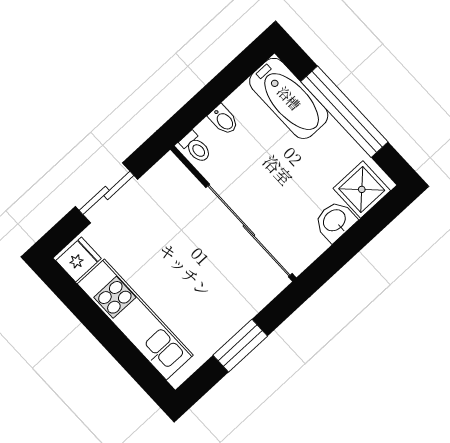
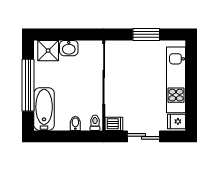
dishwasher: (167, 171) -> (114, 124), added

